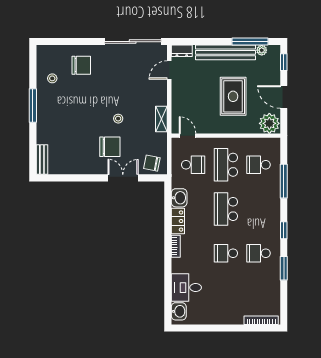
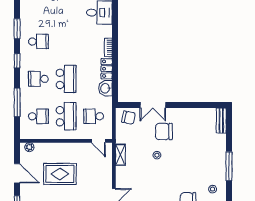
rug: (233, 96) -> (60, 174), turned 90
plant: (269, 123) -> (29, 147), width x0.53, depth x0.53
school desk: (226, 253) -> (38, 79), moved, turned 180

